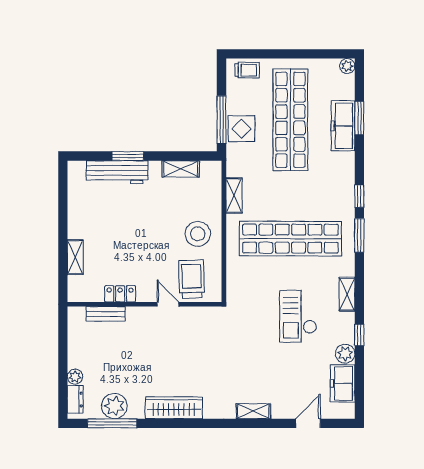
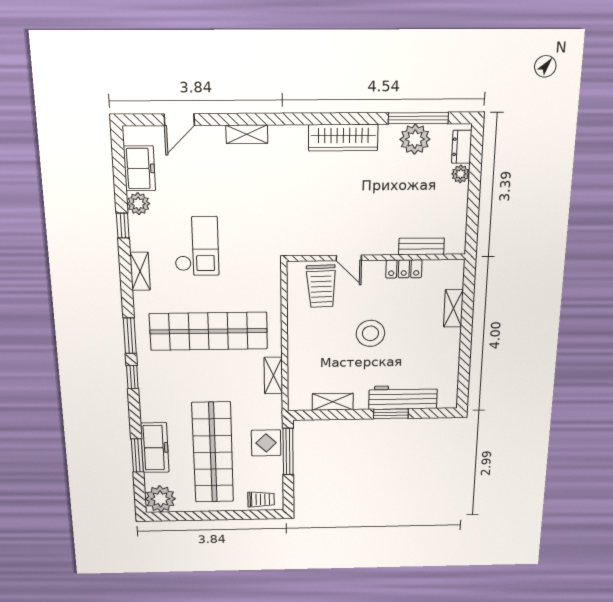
plant: (347, 66) -> (160, 499), width x1.87, depth x1.87
trolley: (247, 70) -> (261, 499), turned 180
stool: (198, 234) -> (370, 333), moved

